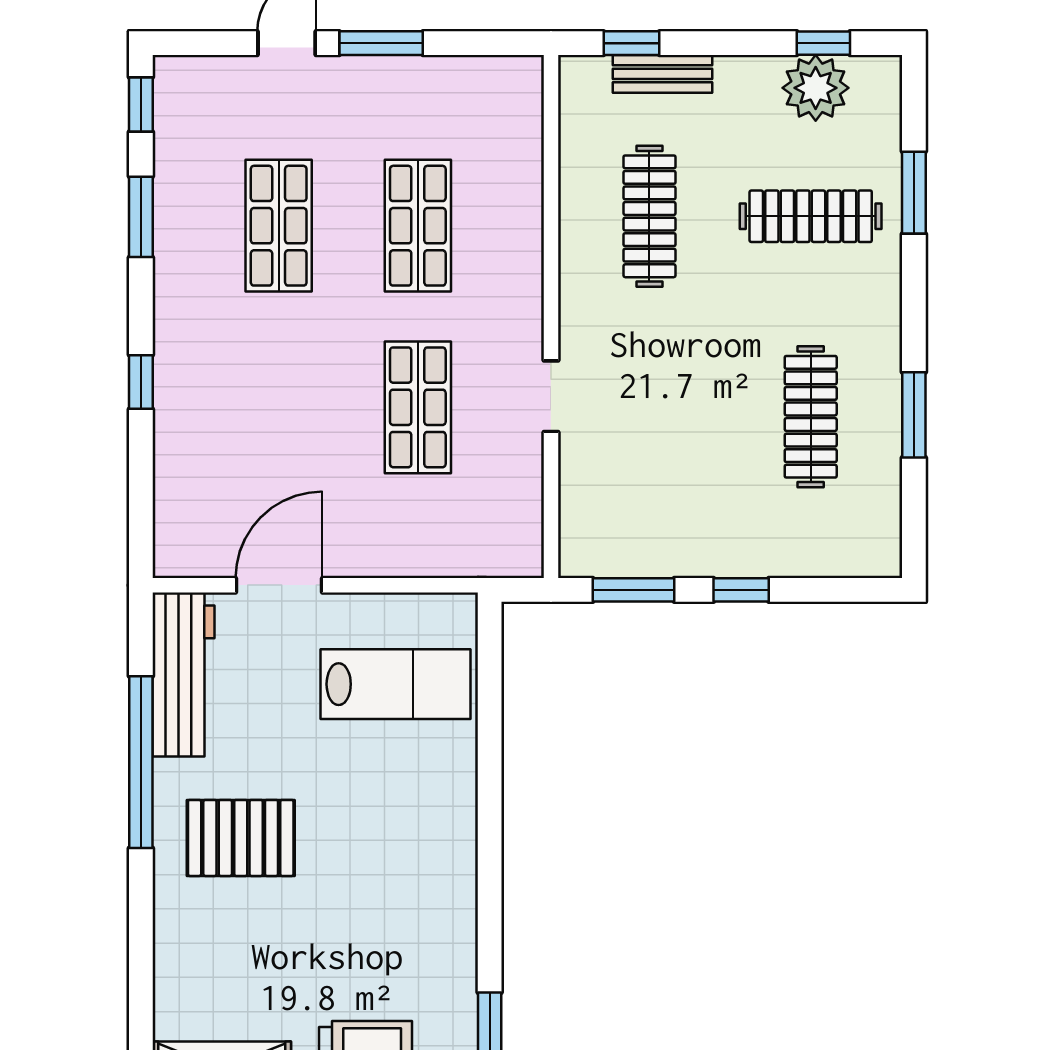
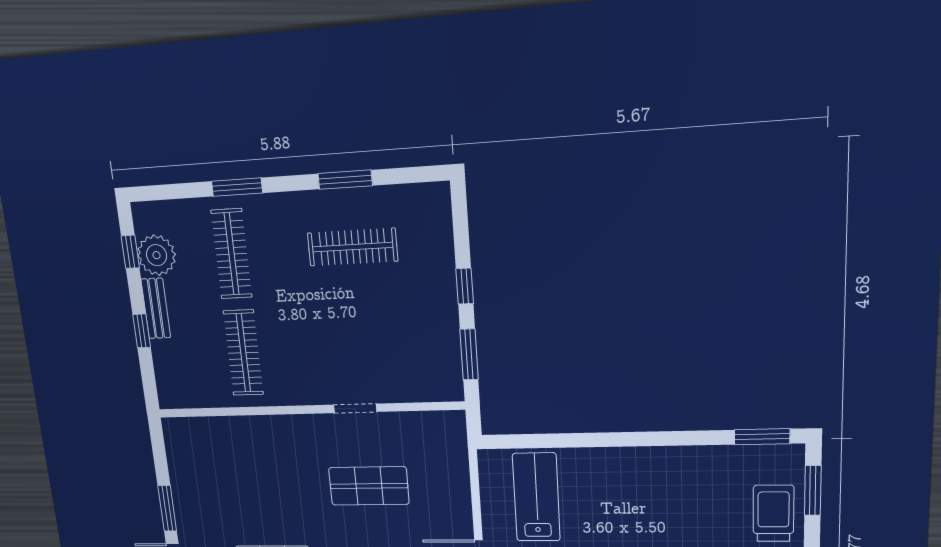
window: (632, 43) -> (142, 331), moved
bench: (662, 74) -> (156, 308), moved
window: (914, 193) -> (237, 187), moved
clothes rail: (649, 216) -> (243, 353), turned 90
shop shelf: (418, 226) -> (265, 487), removed

